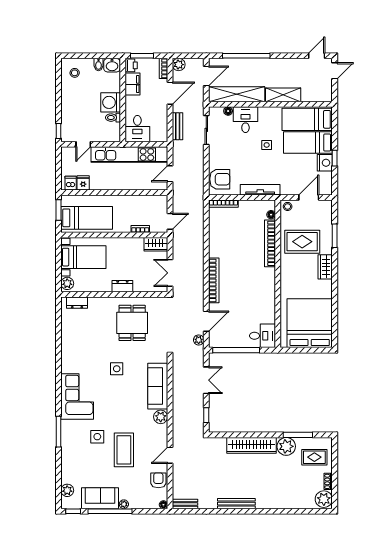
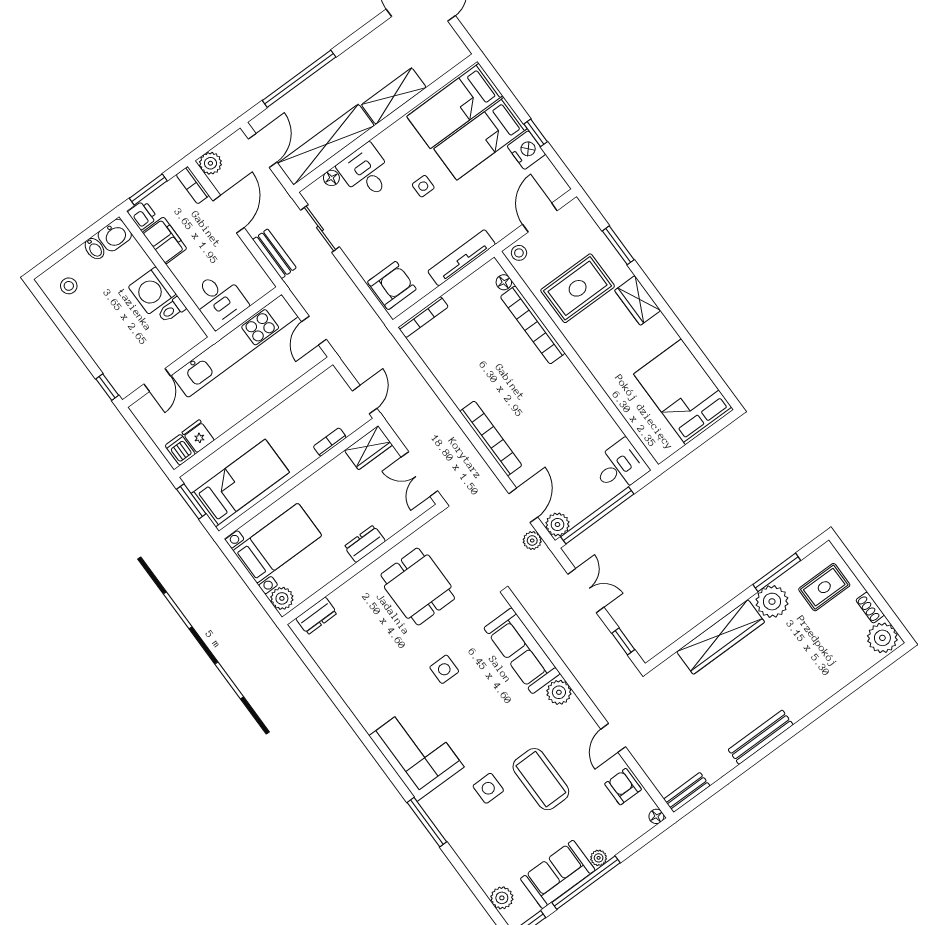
bed: (310, 323) -> (684, 392), width x0.73
plant: (215, 341) -> (557, 524), added

